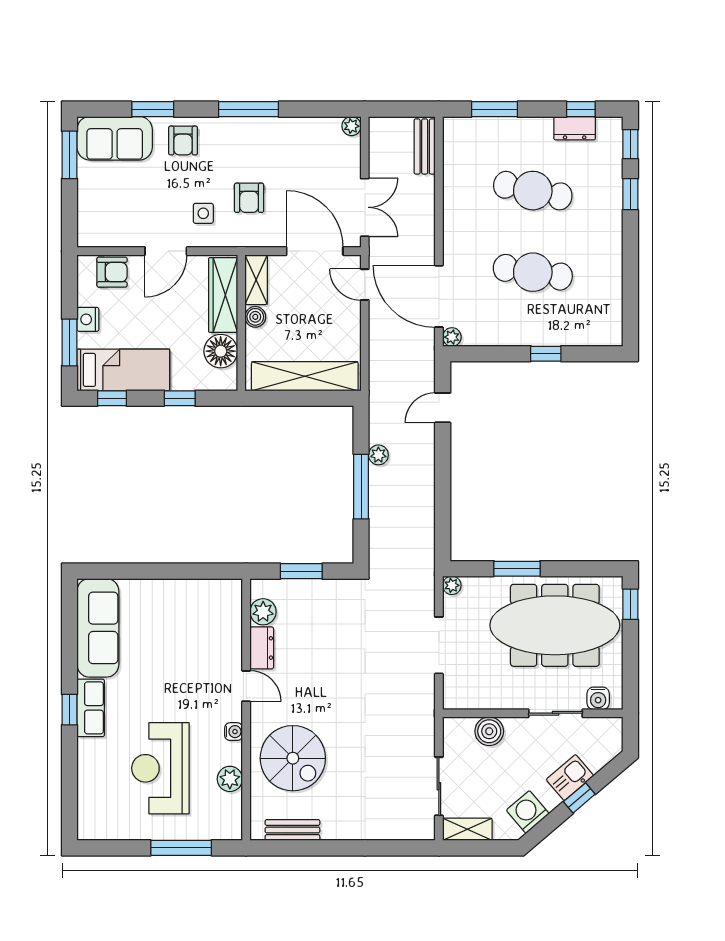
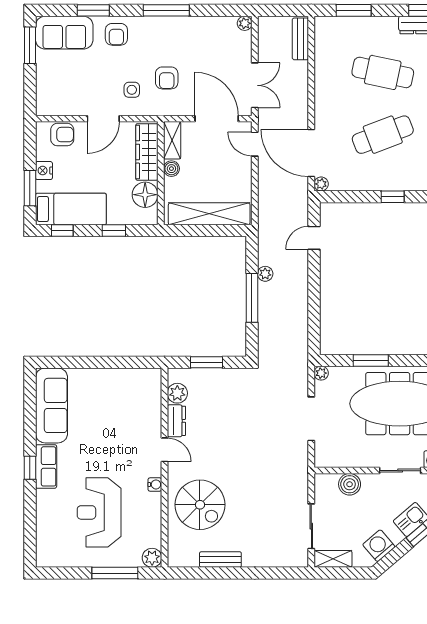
cafe table: (533, 272) -> (383, 135), turned -30
plant: (230, 779) -> (152, 558), moved
bench: (292, 830) -> (220, 559), moved

